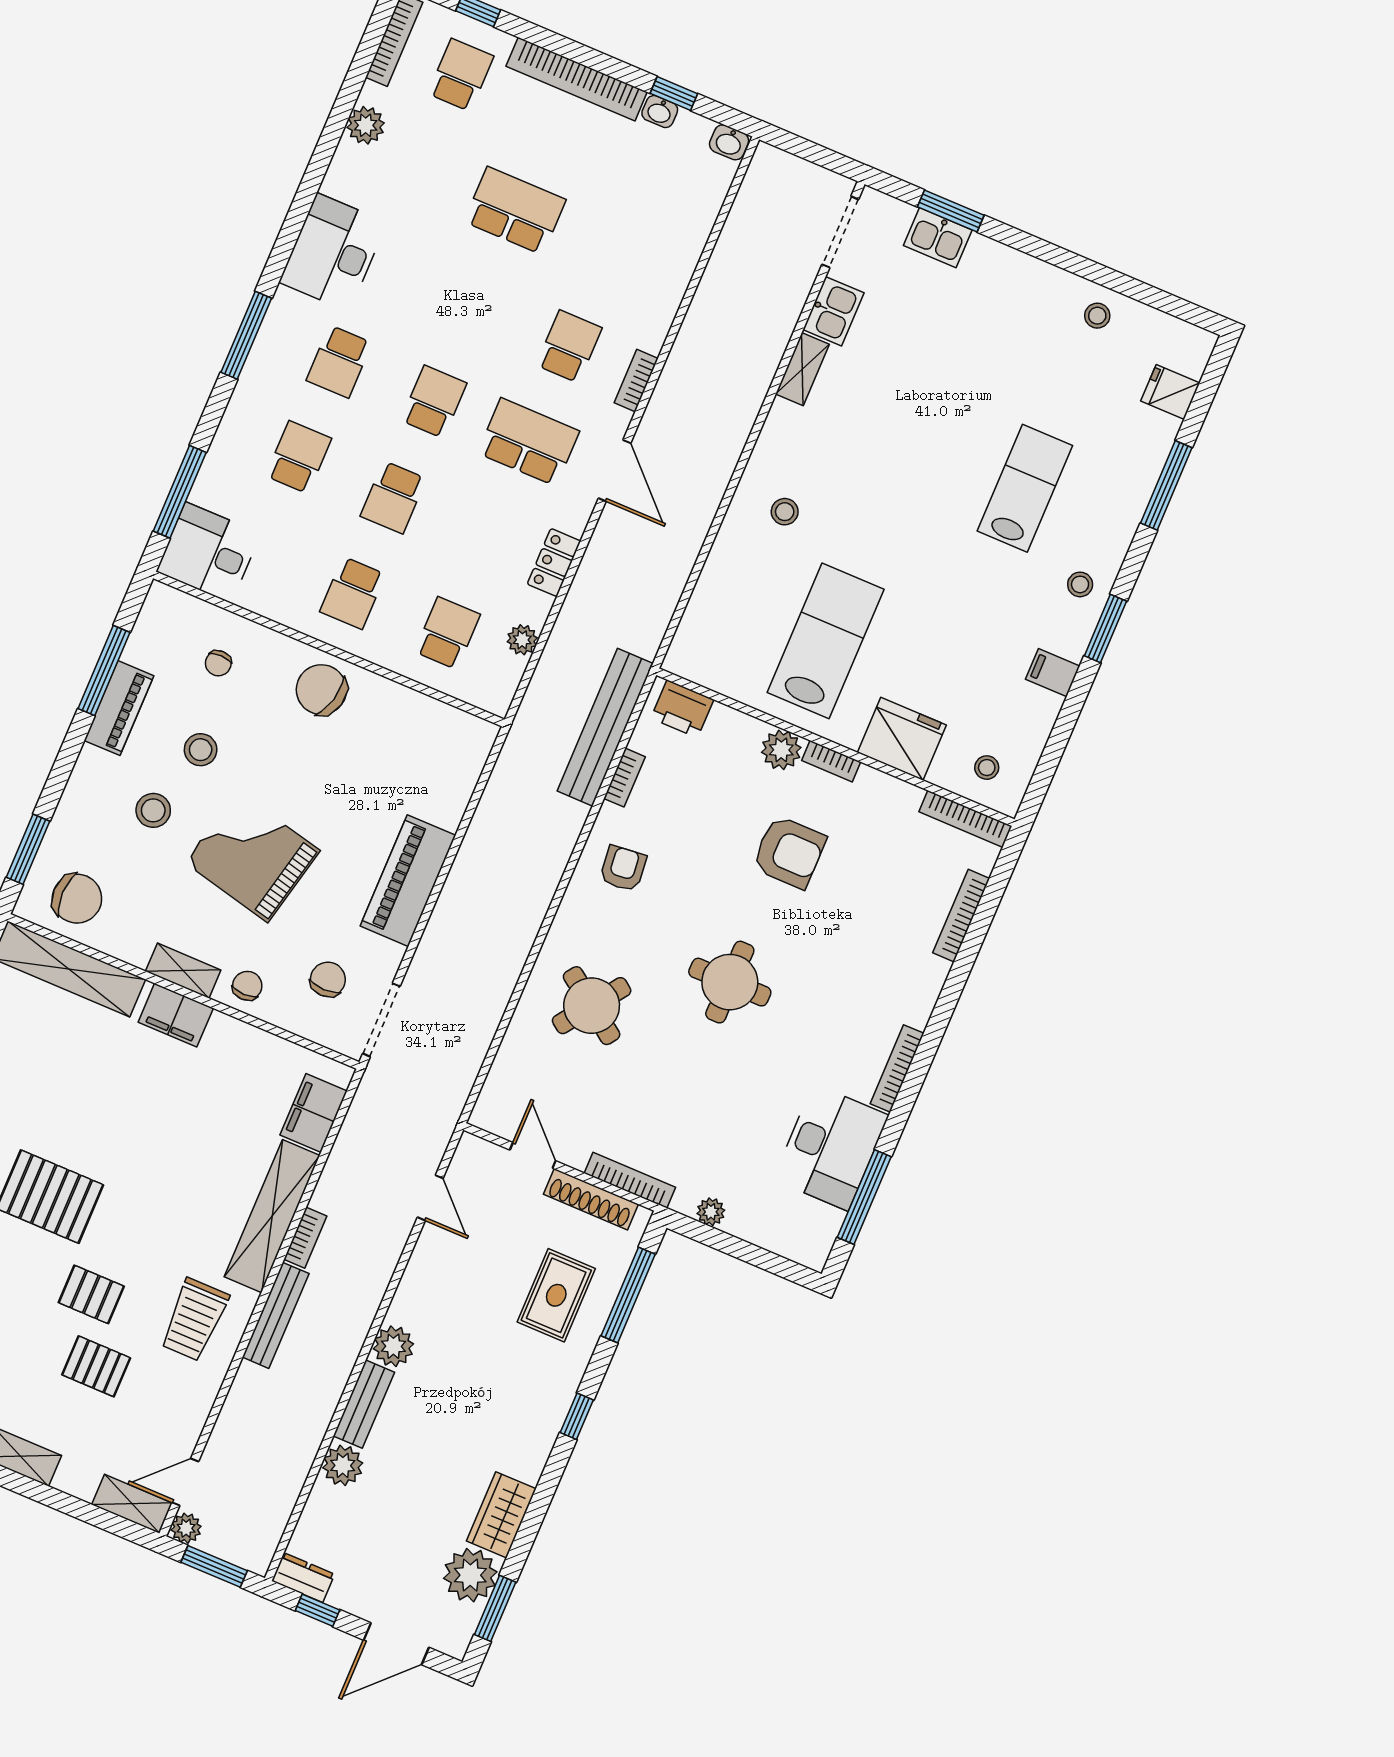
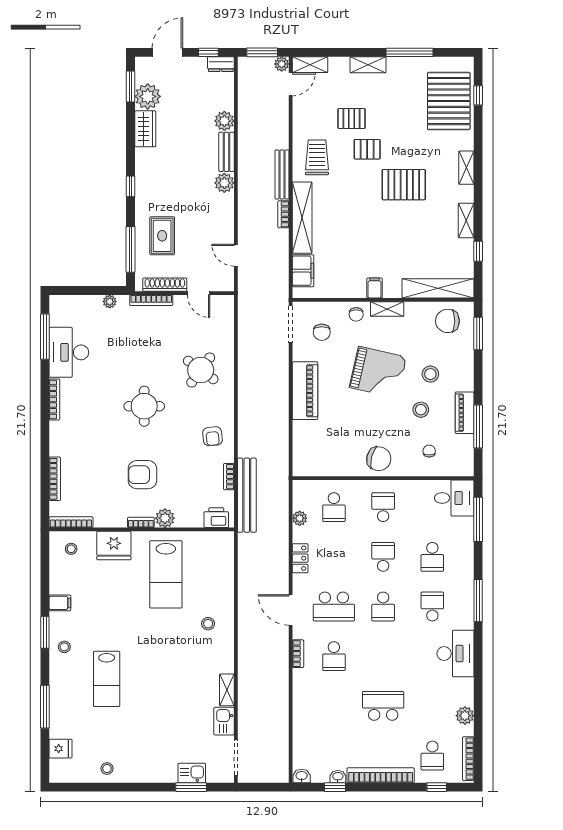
school desk: (515, 211) -> (383, 706), turned 180
filing cabinet: (176, 1015) -> (375, 288), width x0.50

